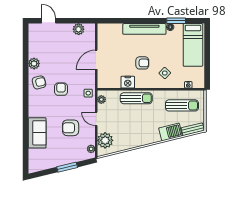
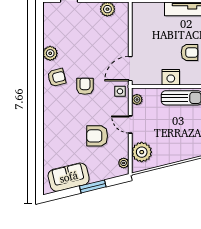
door: (96, 60) -> (130, 69), moved
sofa: (37, 133) -> (69, 177), moved, turned -104

